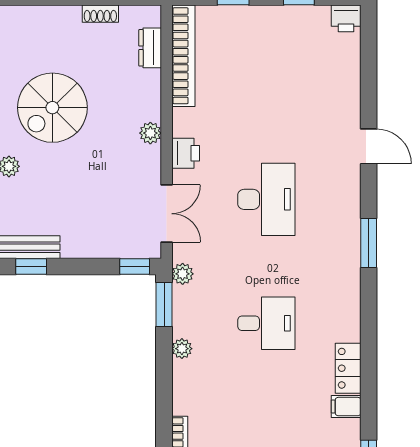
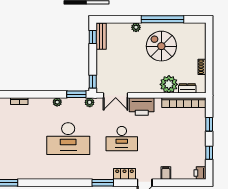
plant: (150, 133) -> (169, 84), moved, width x1.88, depth x1.88
printer: (186, 153) -> (142, 107), width x1.87, depth x1.48
desk: (266, 323) -> (68, 139), width x1.87, depth x1.30
locker: (348, 368) -> (125, 174), moved
filing cabinet: (346, 407) -> (166, 173), moved

